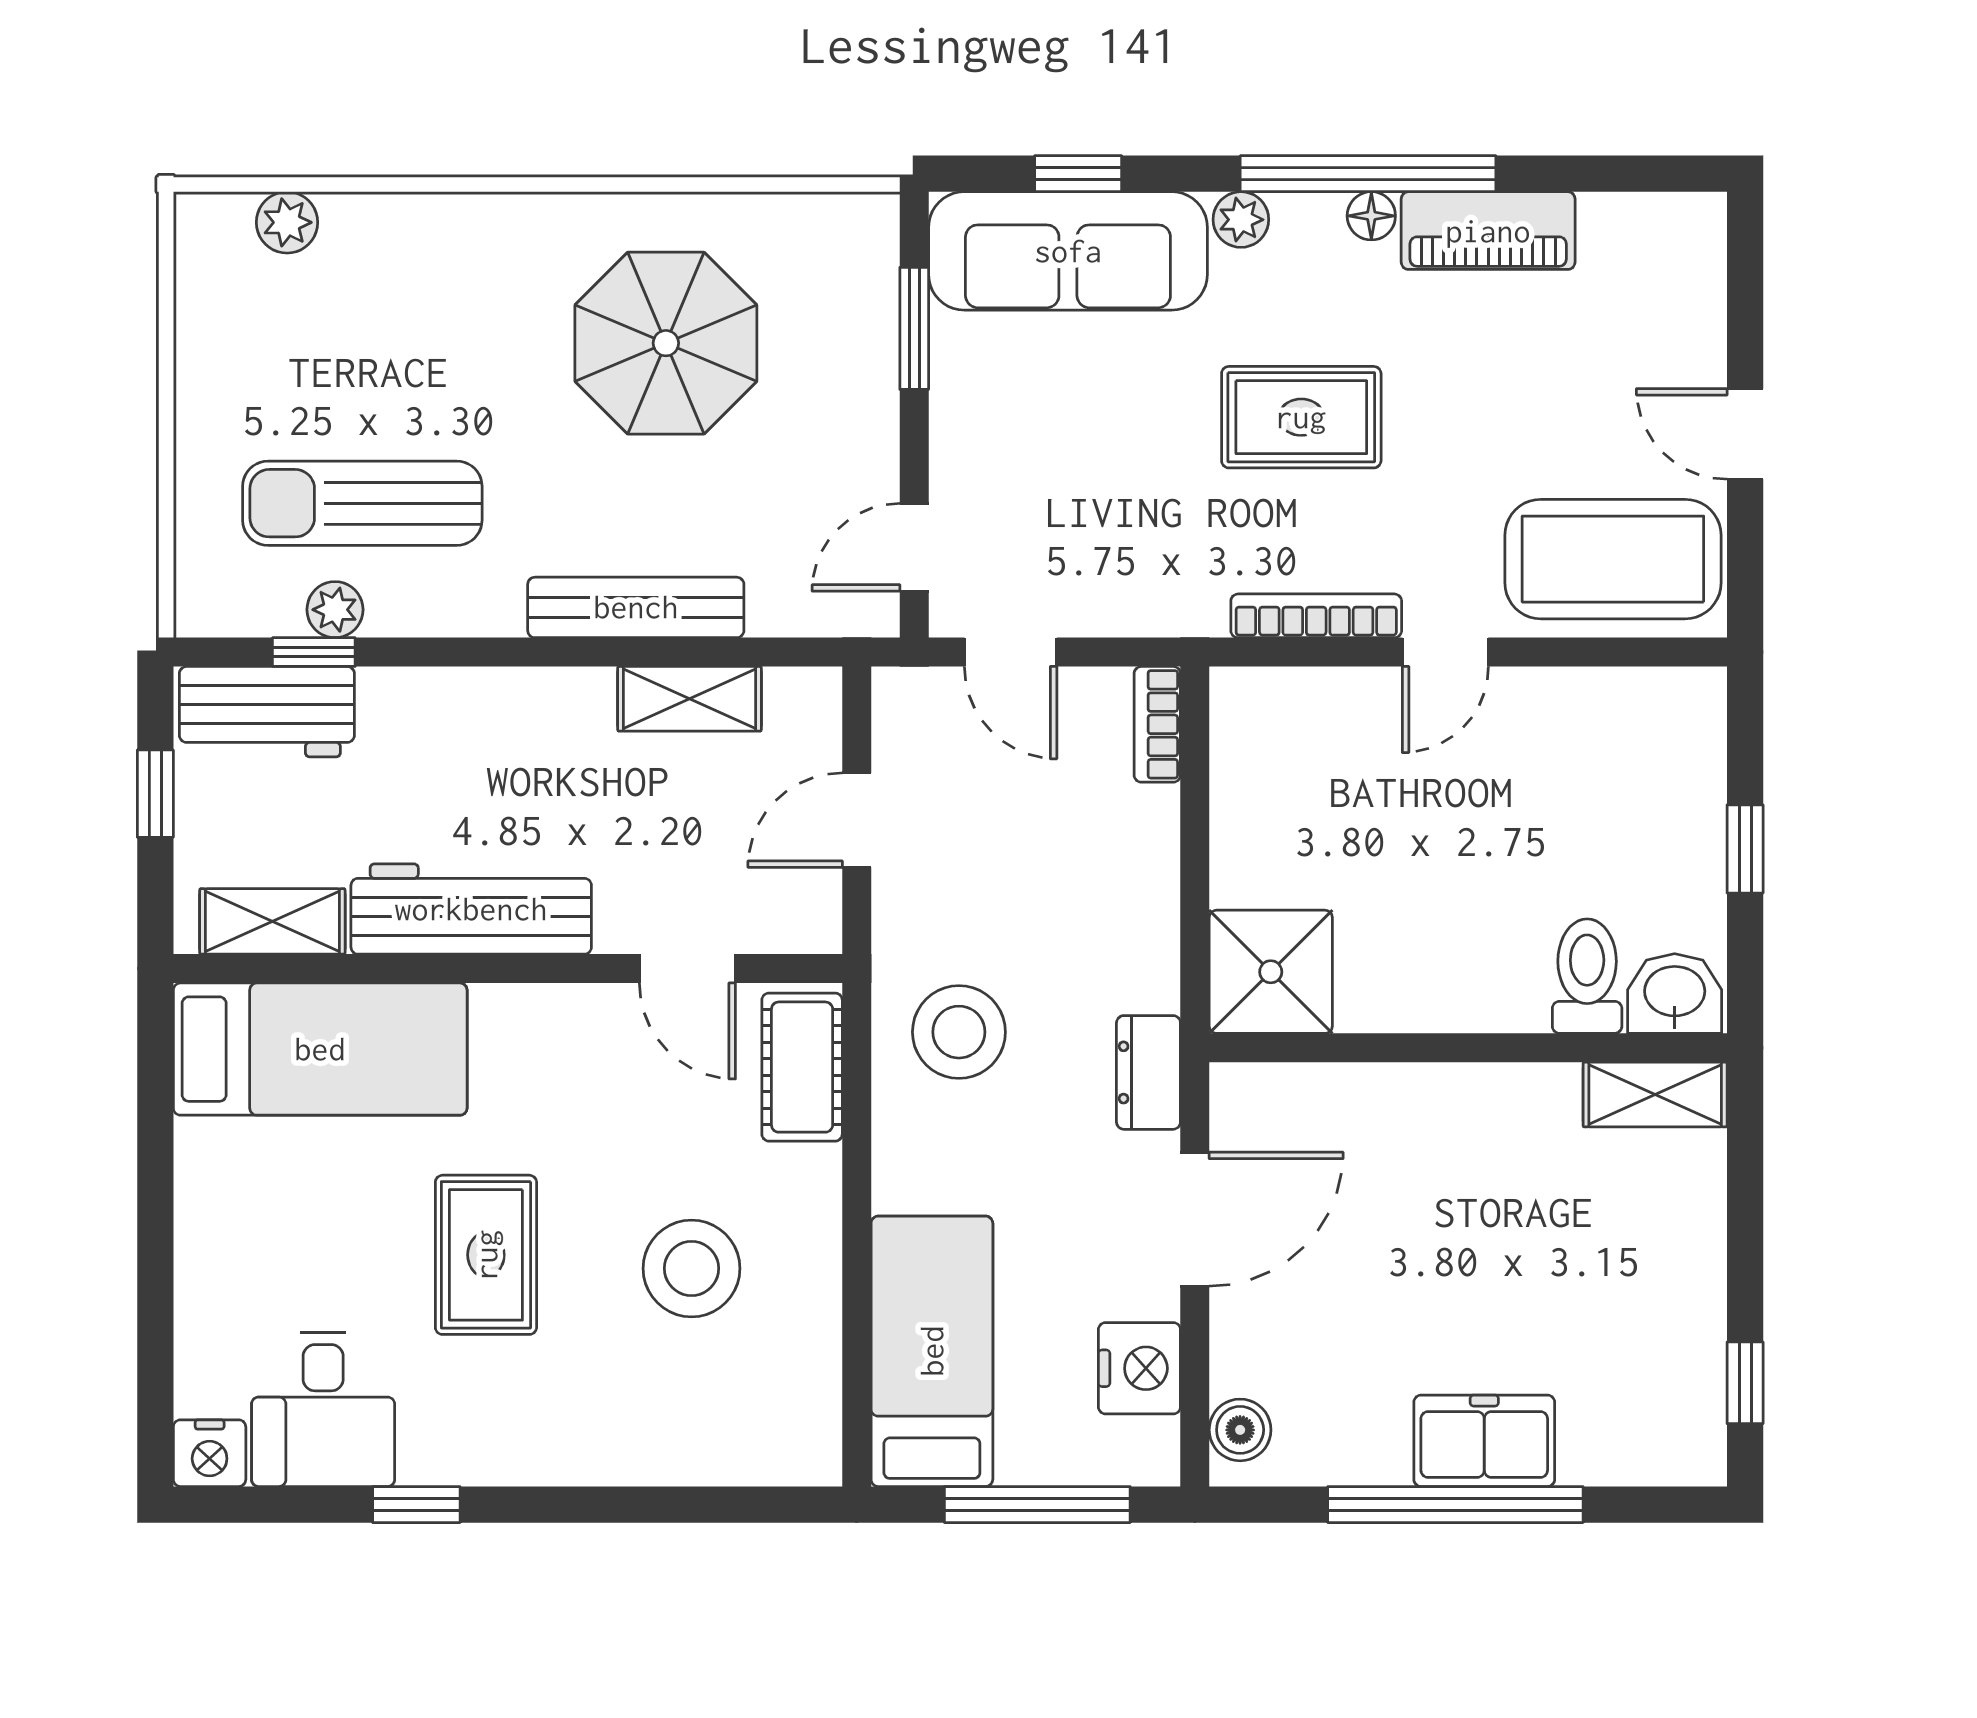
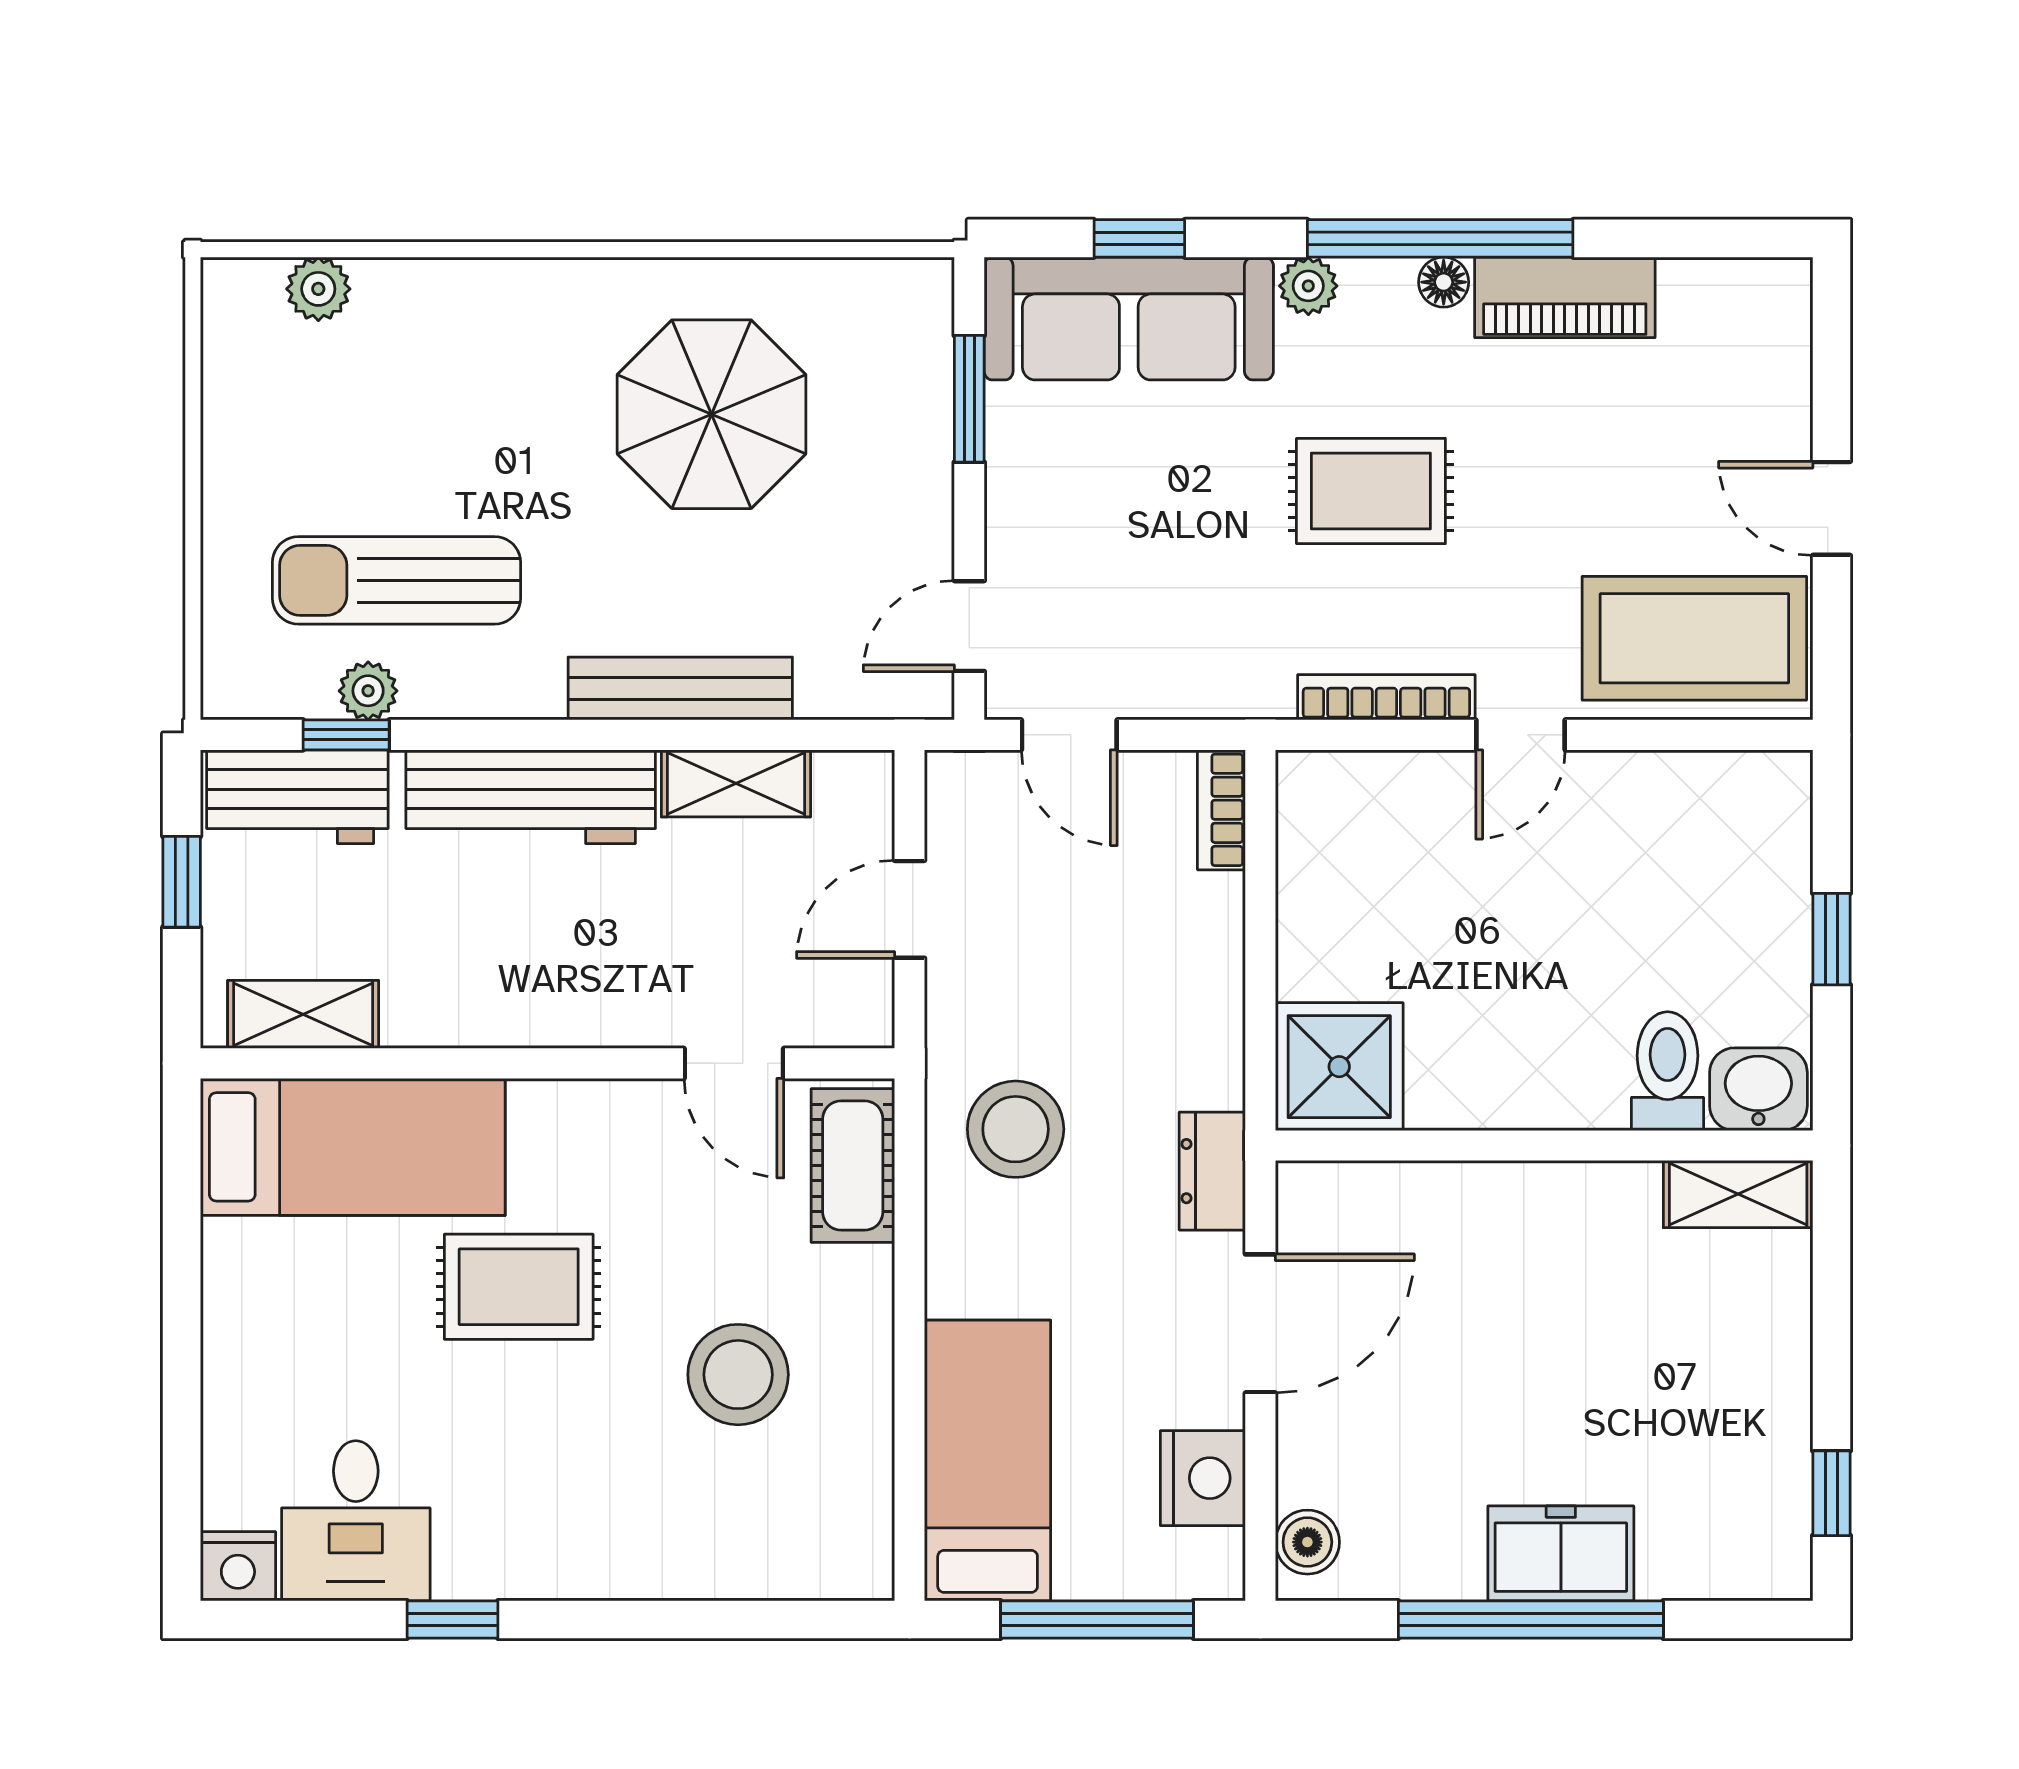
workbench: (471, 909) -> (531, 797), moved, turned 180
rug: (486, 1255) -> (519, 1287), moved, turned 90

